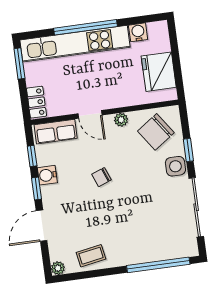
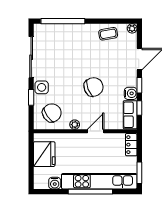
door: (90, 114) -> (96, 131), hinge flipped
row of seats: (56, 132) -> (130, 115), moved, turned -90
chair: (102, 177) -> (94, 87), width x1.87, depth x1.87

